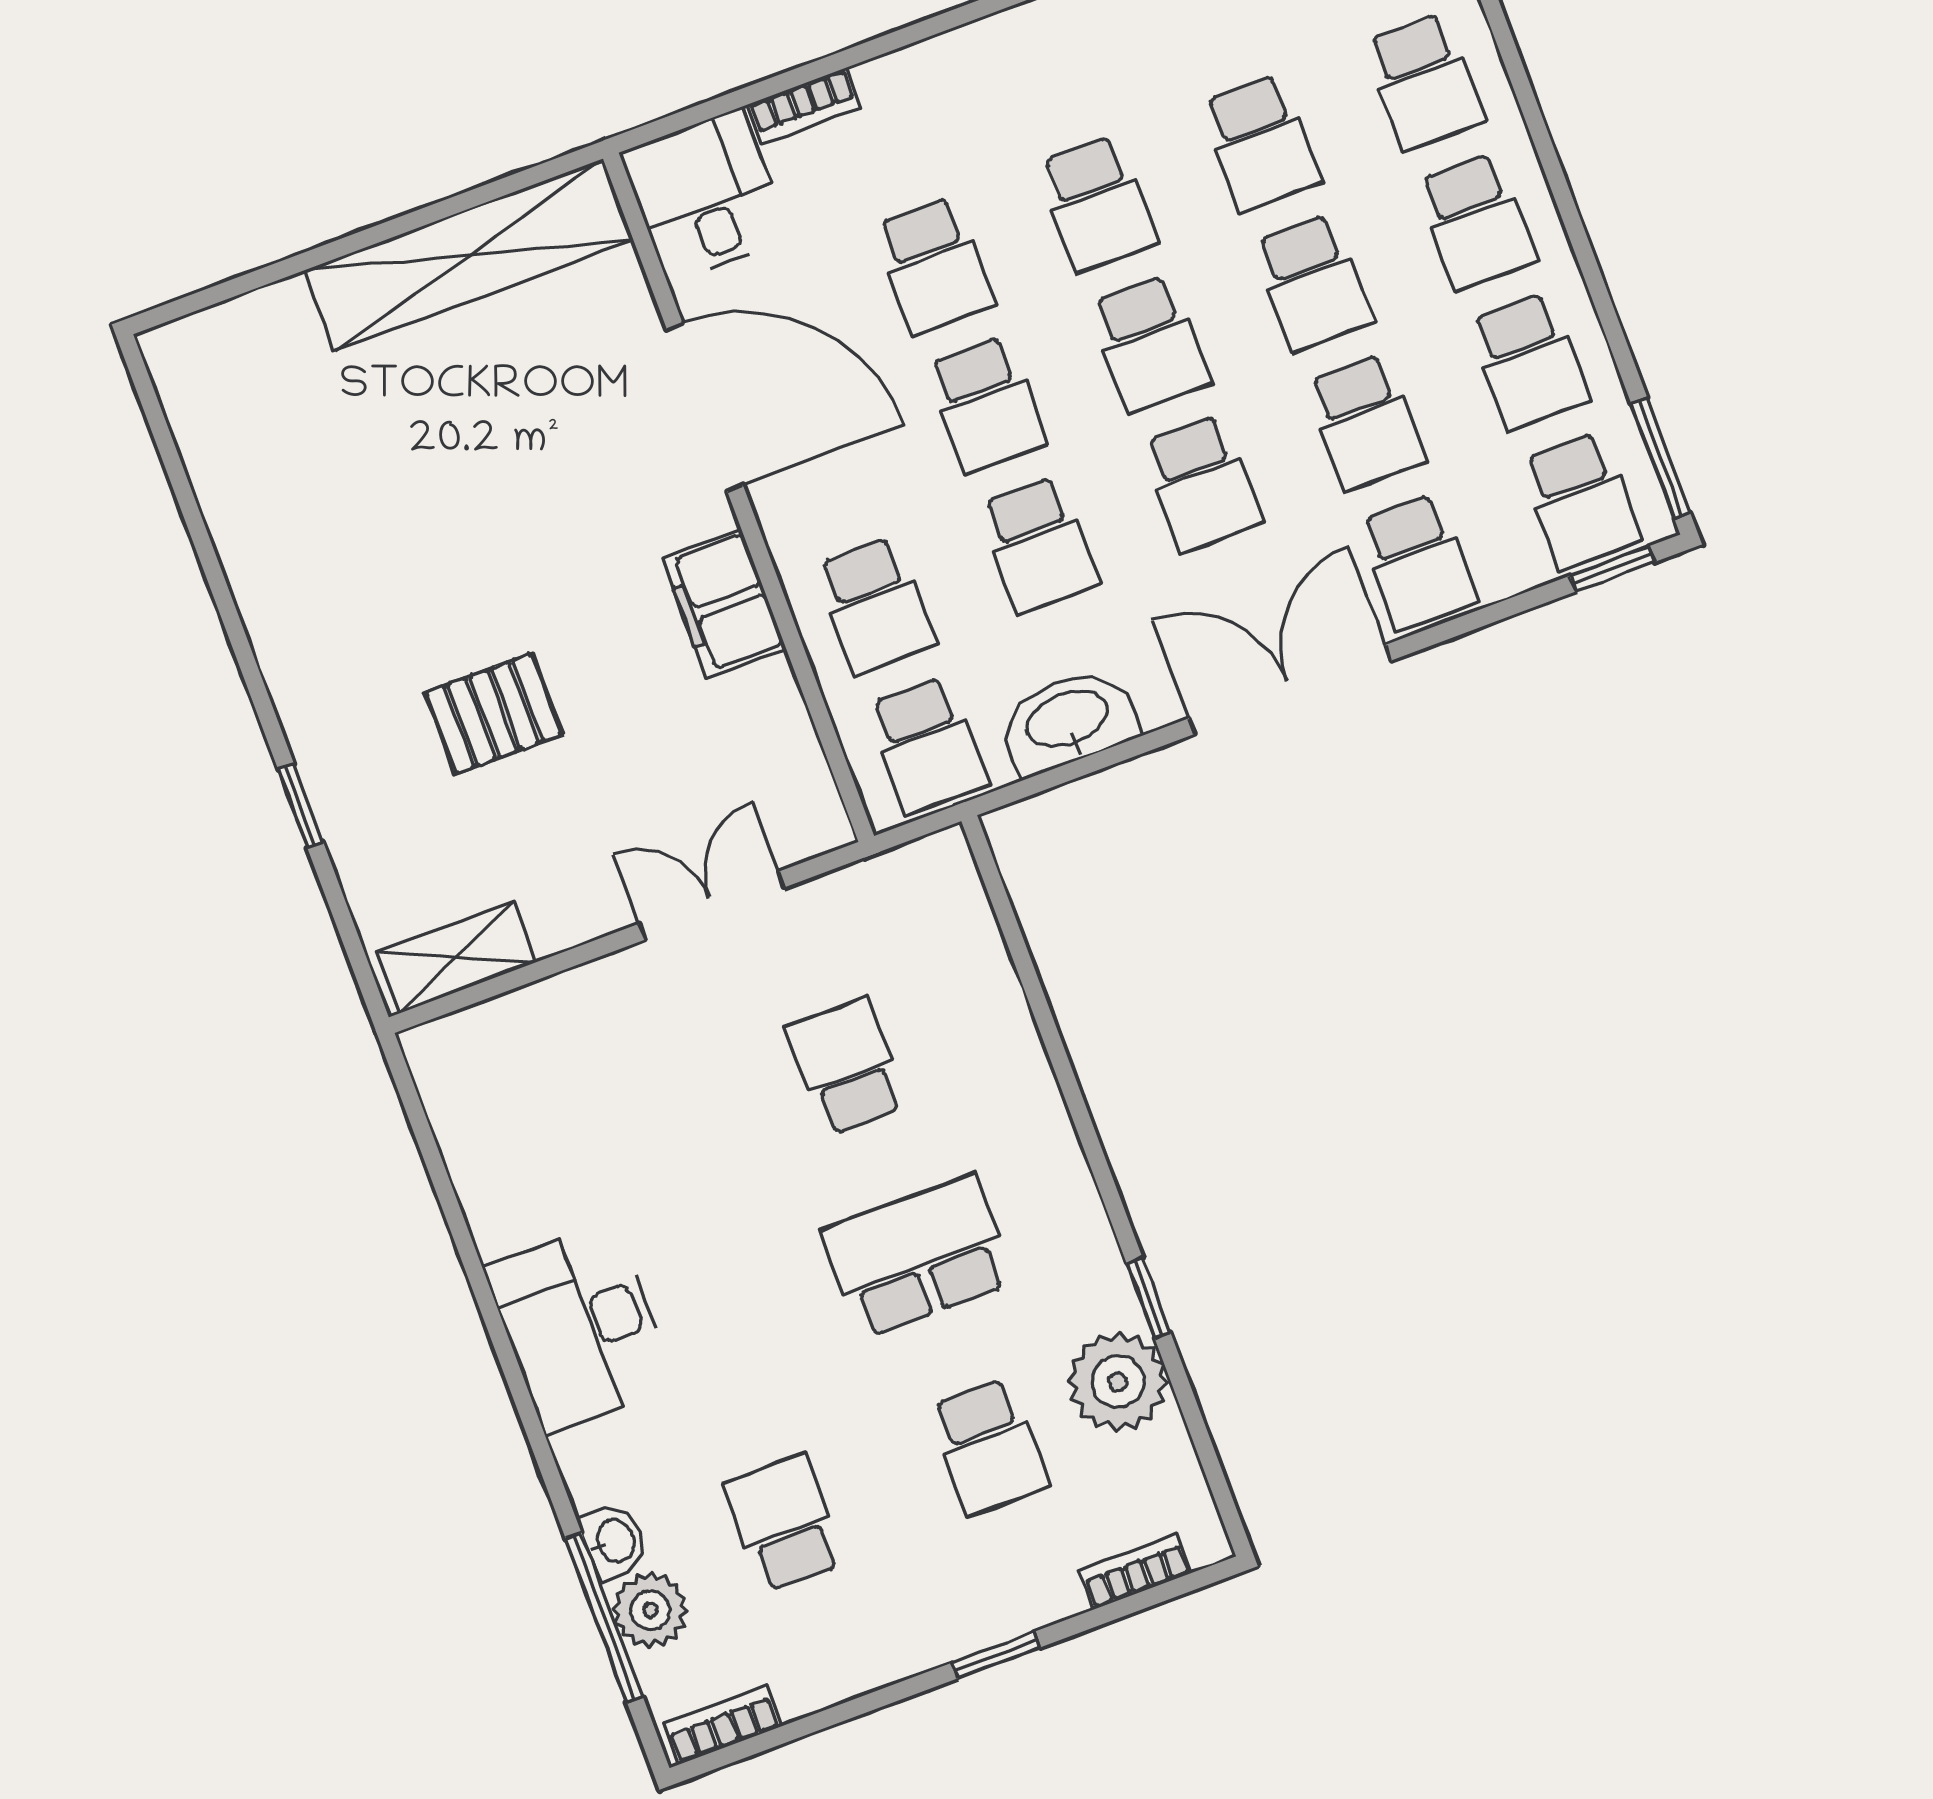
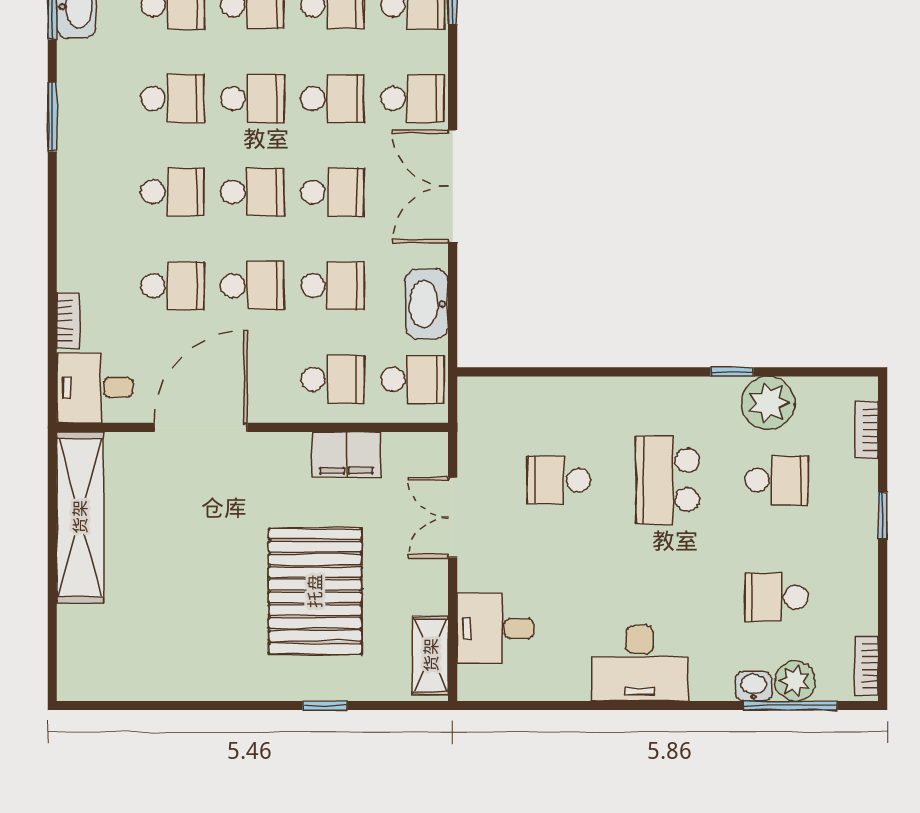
filing cabinet: (724, 603) -> (346, 455), moved
pallet: (493, 714) -> (315, 591), width x2.05, depth x2.00
desk: (546, 1053) -> (495, 629), added

